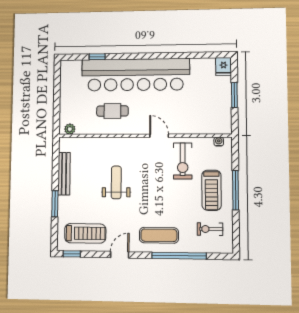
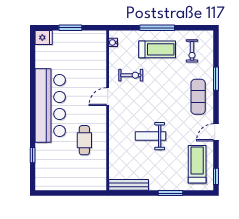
bar counter: (135, 75) -> (50, 106), width x0.73
plant: (70, 129) -> (101, 180), removed
exercise bike: (183, 161) -> (131, 75), width x0.73, depth x0.72
bench: (64, 174) -> (129, 185), moved
door: (120, 255) -> (216, 132), hinge flipped
window: (179, 256) -> (216, 79), width x0.47

